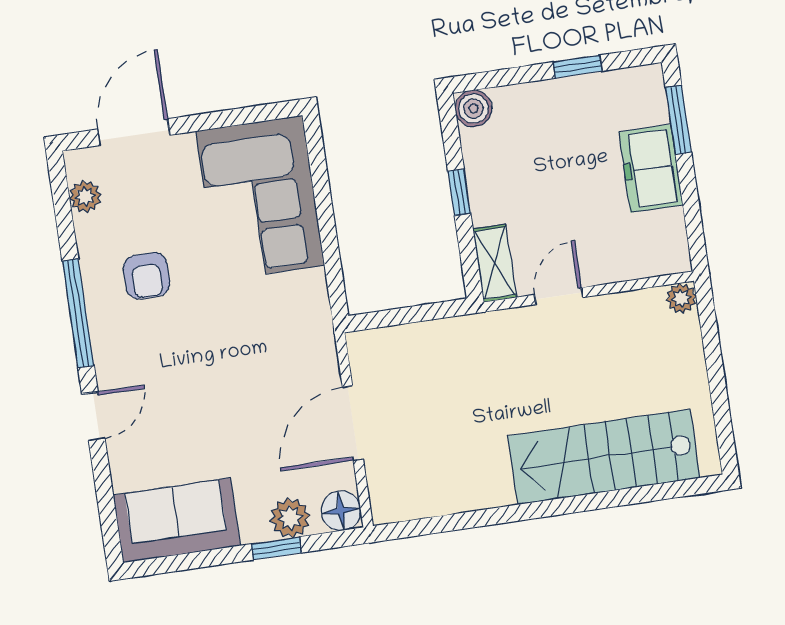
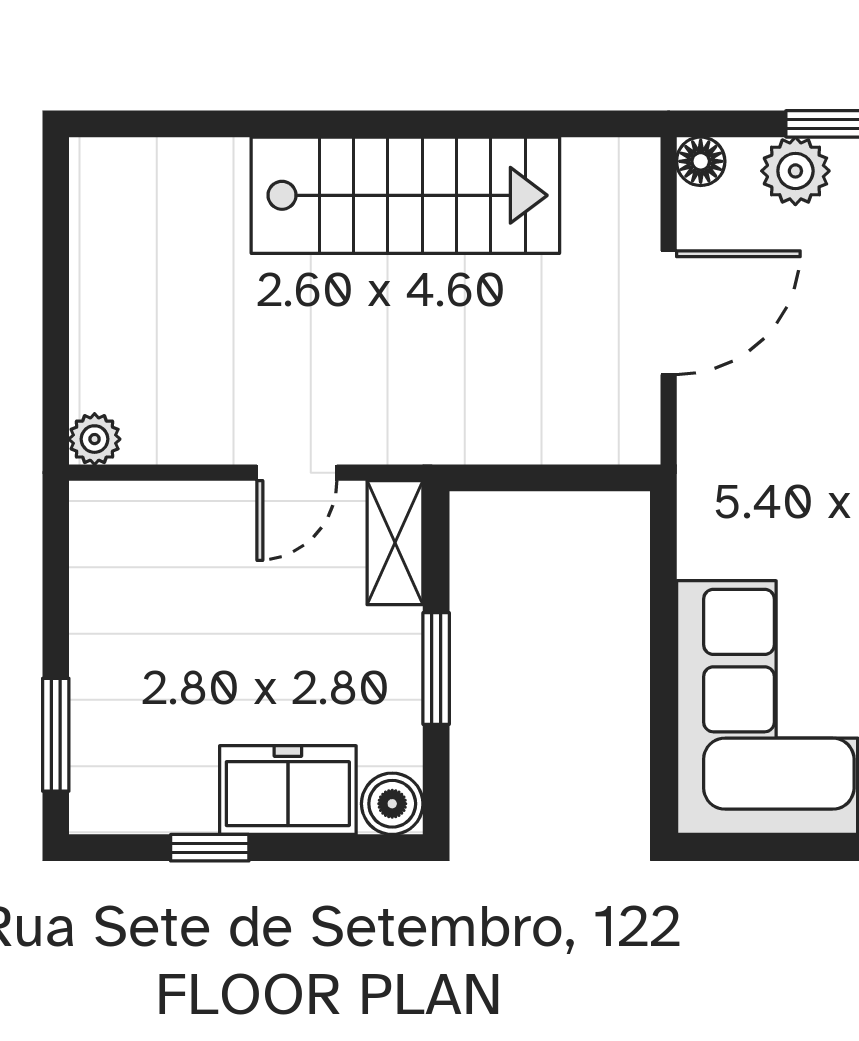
freezer: (651, 169) -> (288, 790), moved, turned -90
window: (459, 192) -> (436, 669), width x1.50
stairs: (604, 457) -> (405, 195), moved
floor lamp: (341, 511) -> (701, 161), width x0.73, depth x0.73

